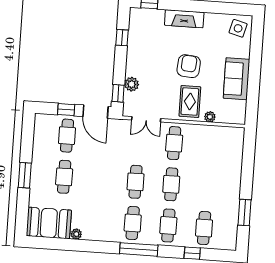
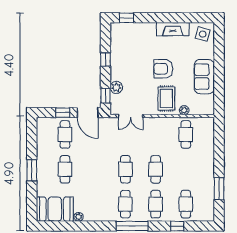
fireplace: (184, 19) -> (173, 29), moved
window: (122, 38) -> (105, 59), moved
armchair: (189, 66) -> (163, 69), turned -95
cafe table: (174, 143) -> (186, 134), moved

